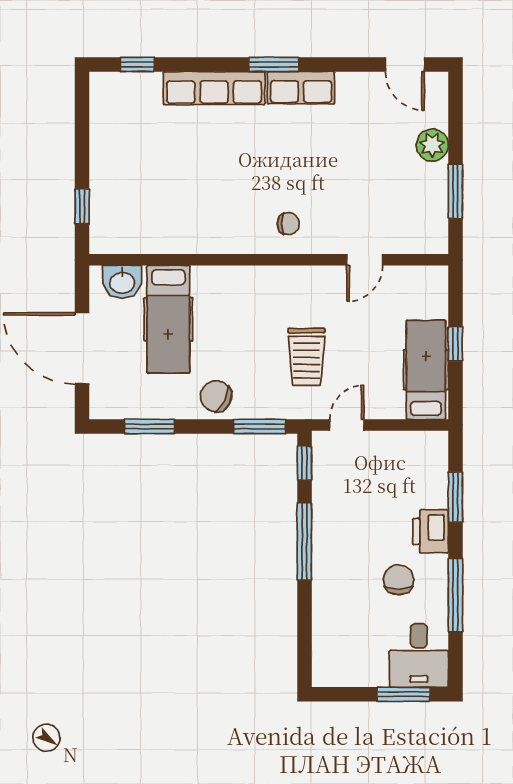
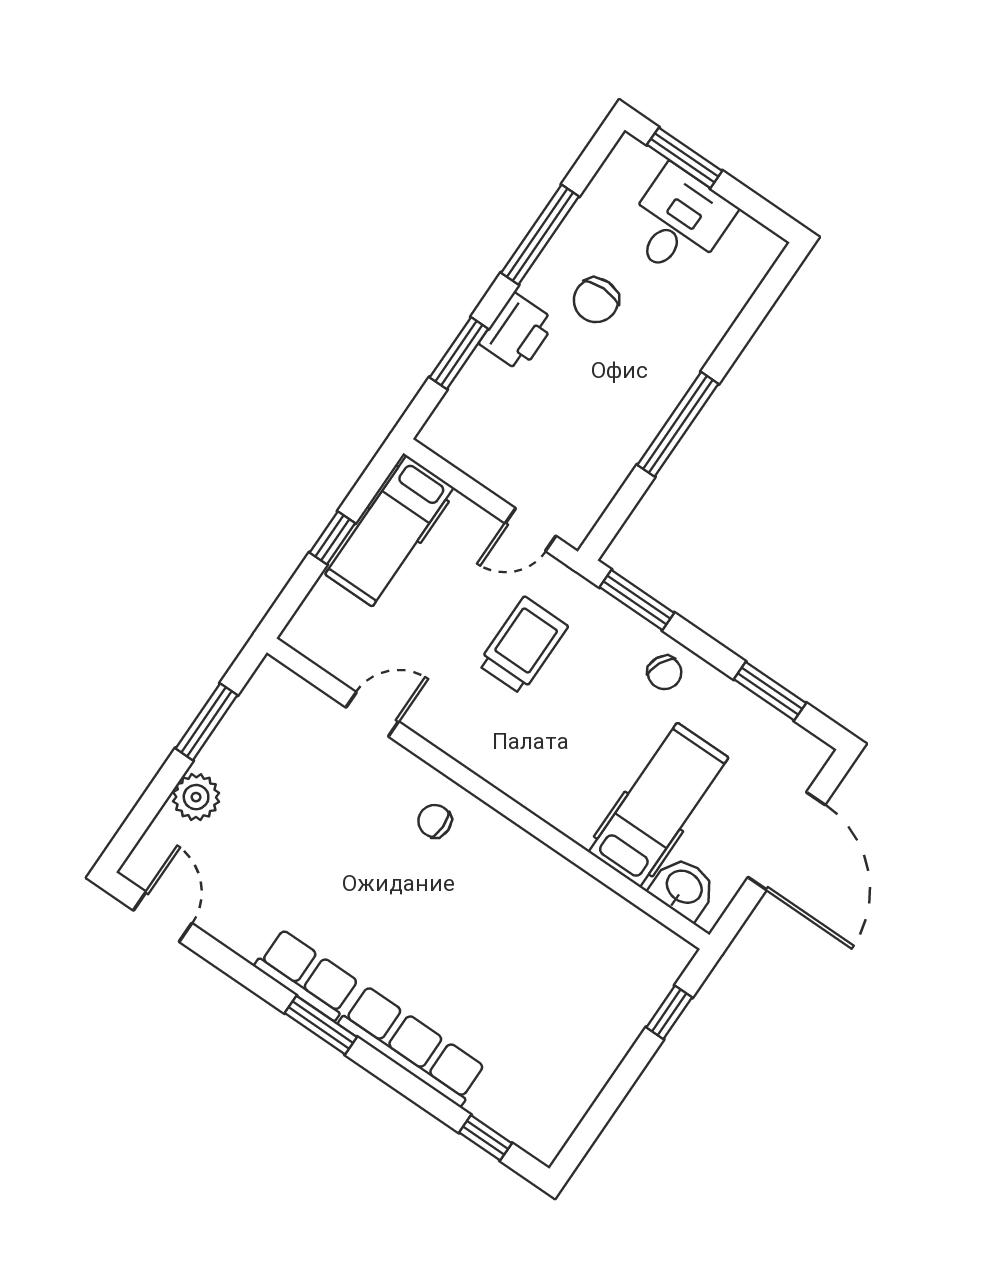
chair: (216, 396) -> (665, 673), width x0.73, depth x0.73
window: (304, 463) -> (613, 519), removed
desk: (419, 655) -> (678, 222), moved

